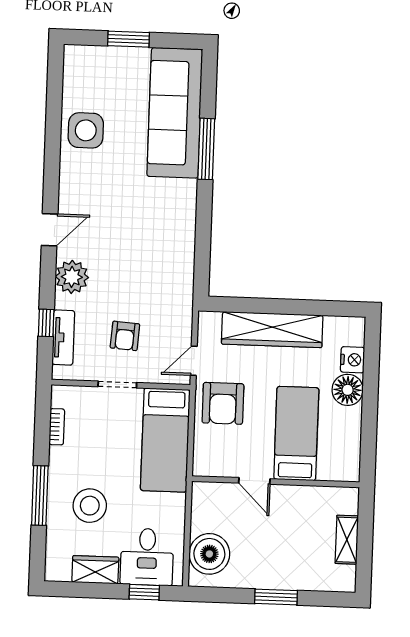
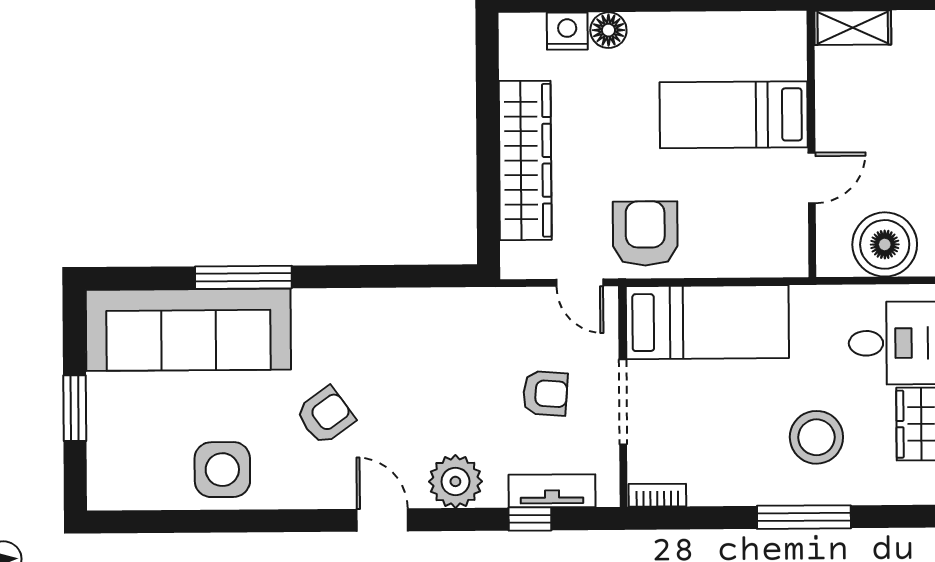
armchair: (117, 197) -> (325, 416), added
doorway: (117, 385) -> (623, 402), width x1.38
floor lamp: (348, 390) -> (608, 30), width x0.73, depth x0.73
armchair: (223, 403) -> (645, 233), turned -90
bookcase: (57, 427) -> (657, 495), moved
bed: (296, 434) -> (734, 115), moved
door: (254, 481) -> (812, 178), moved
wall: (276, 482) -> (811, 144), moved

